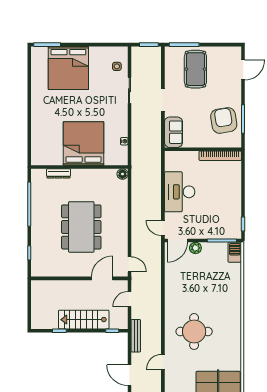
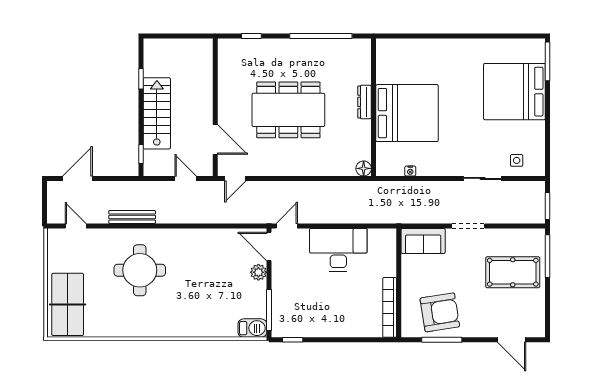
dresser: (58, 173) -> (365, 102), moved
bench: (136, 336) -> (132, 217), moved
door: (163, 362) -> (76, 226), moved

